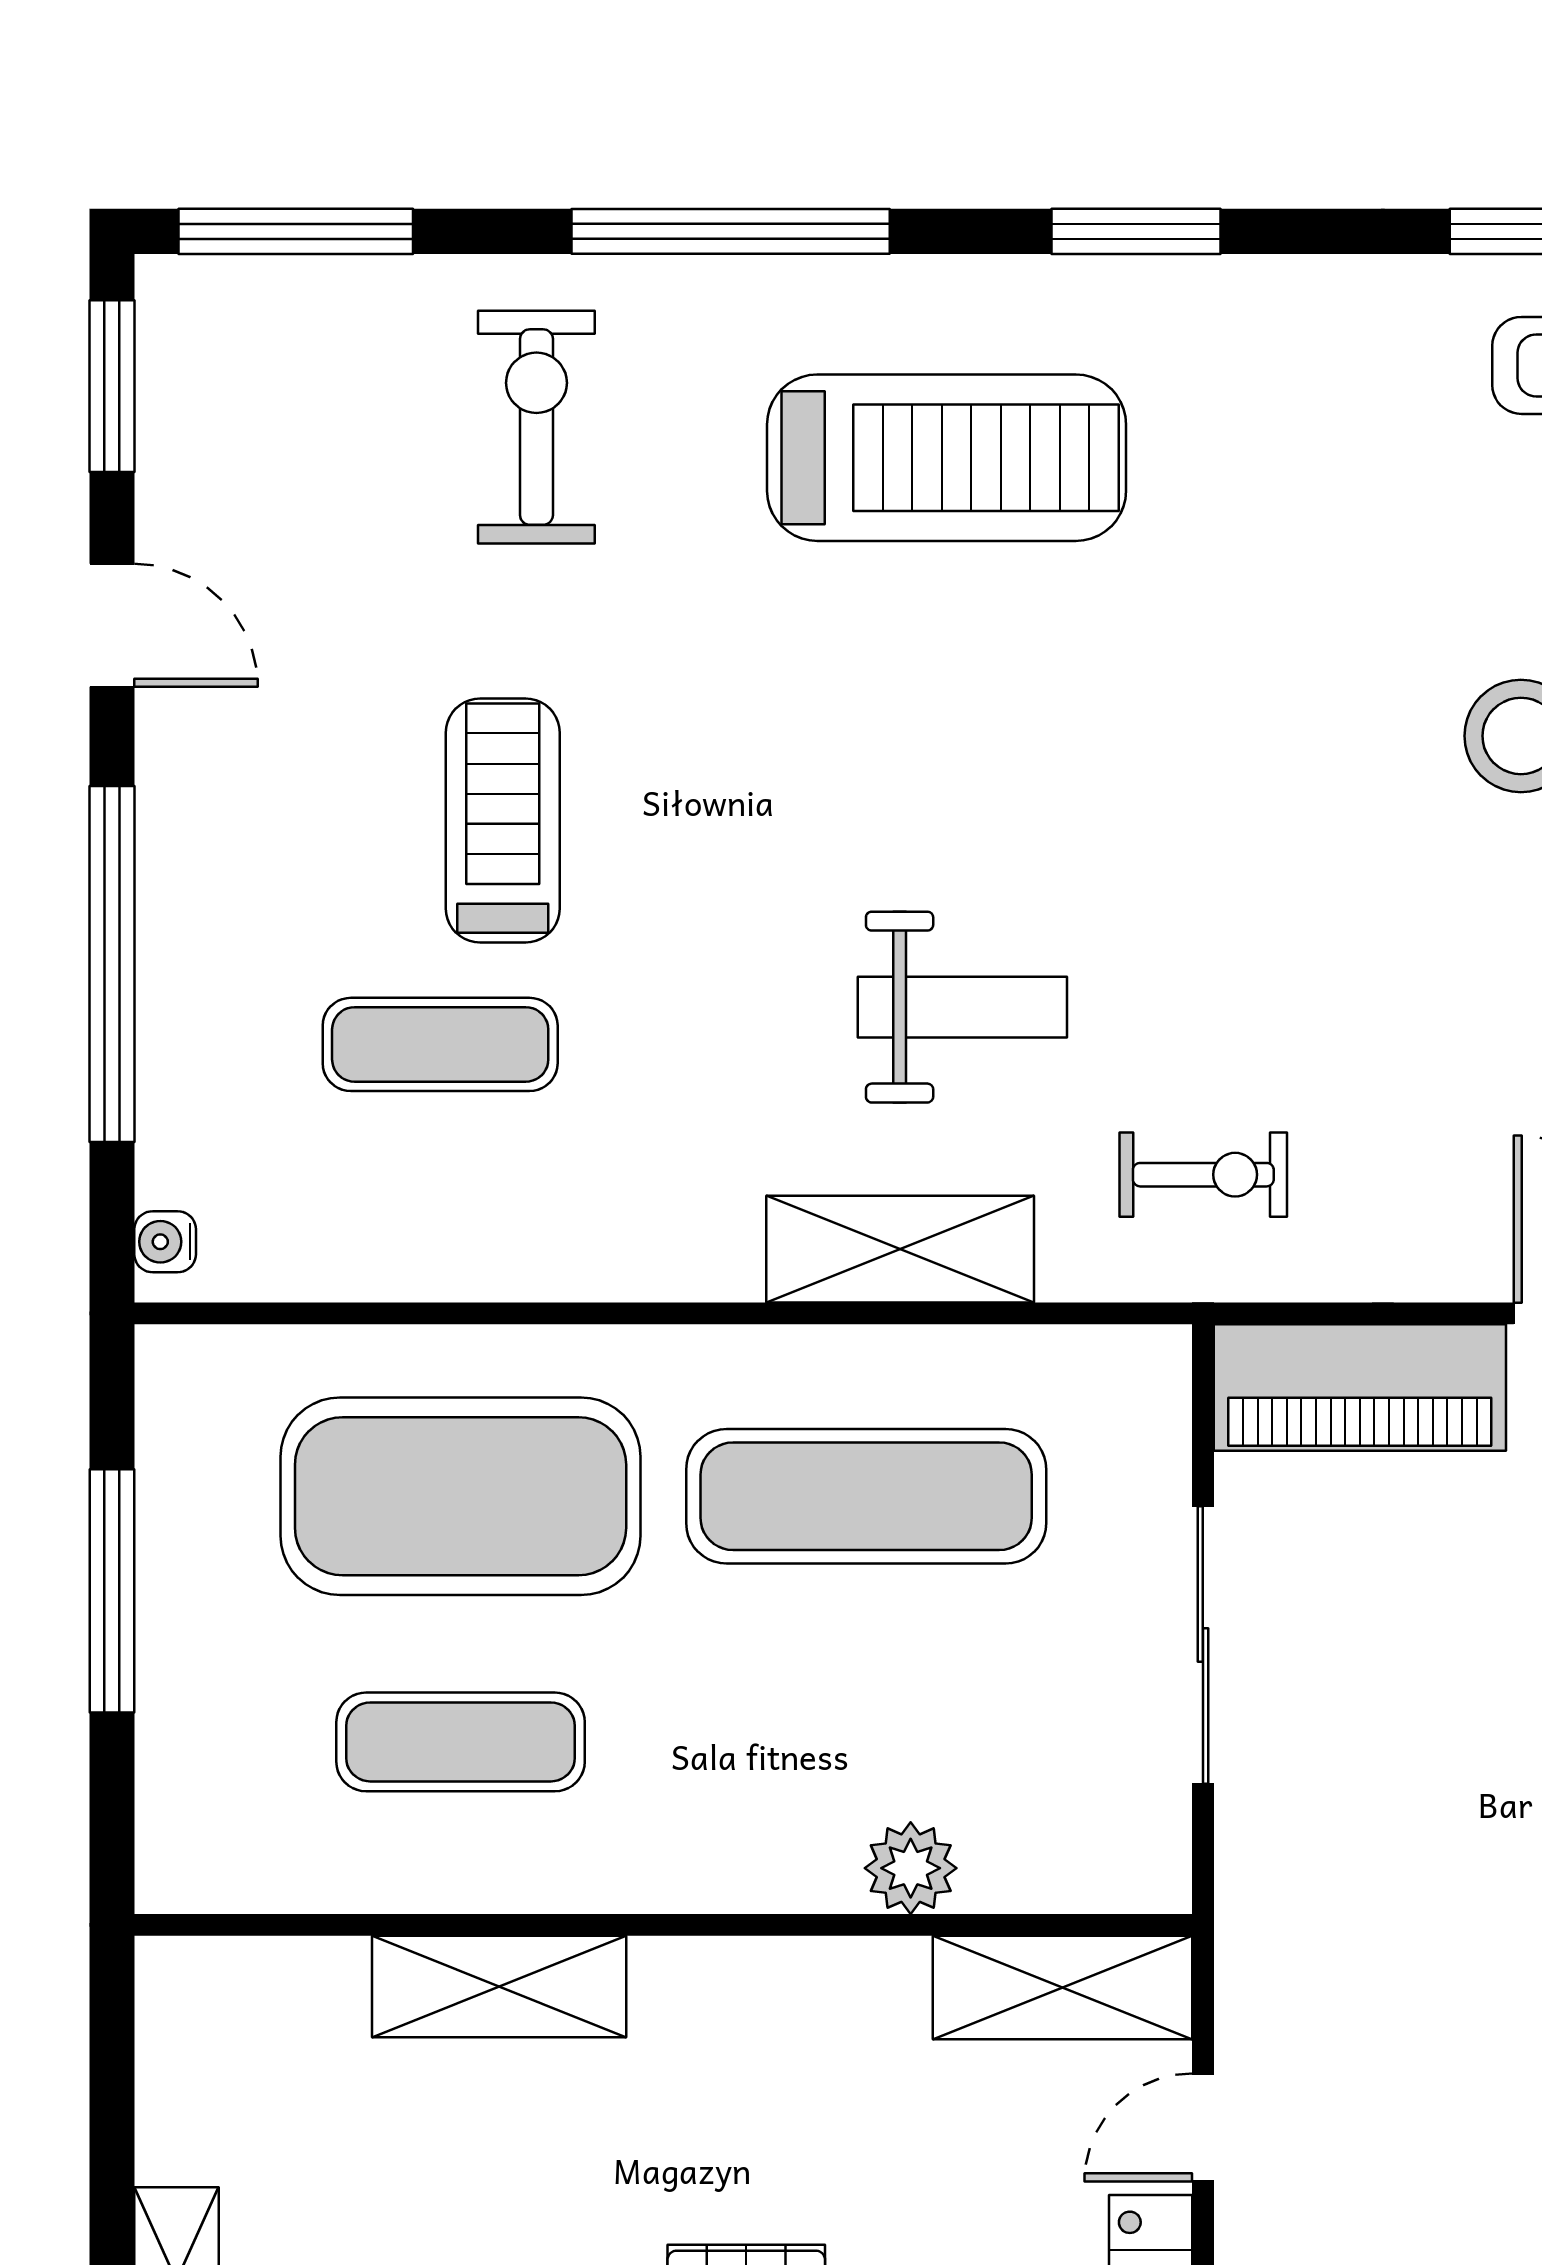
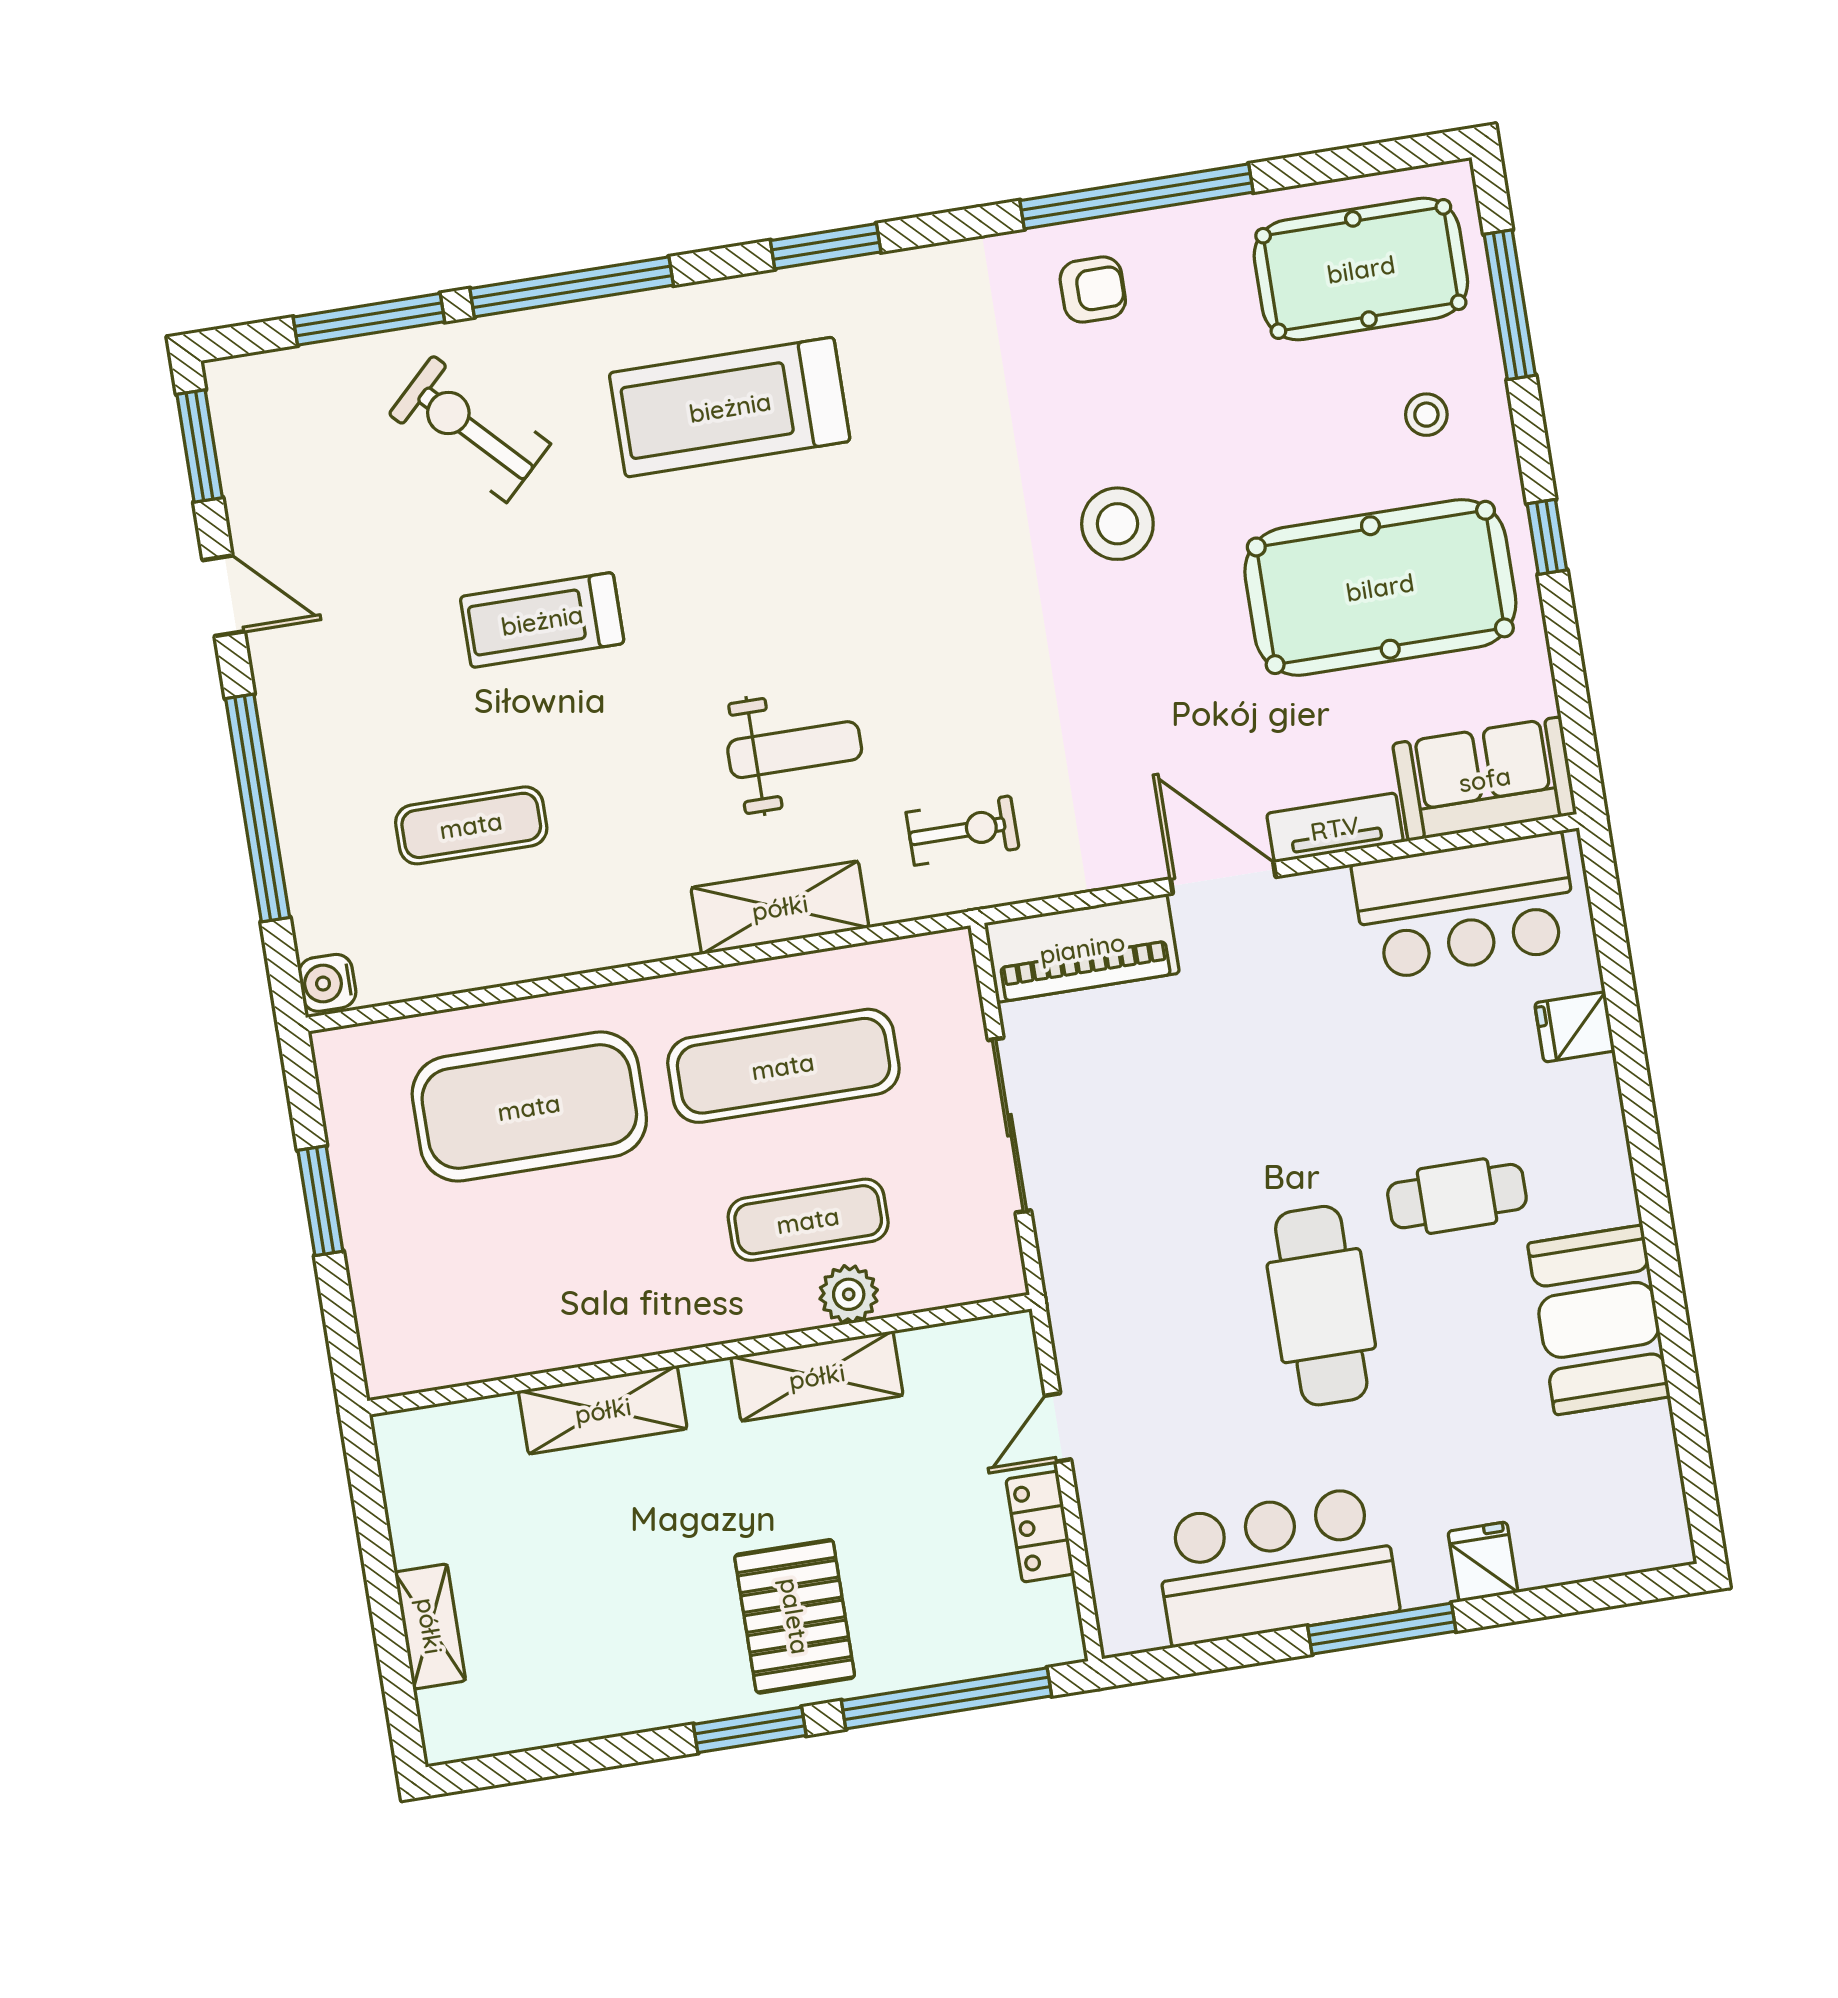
window: (296, 231) -> (369, 319), moved
exercise bike: (536, 427) -> (470, 429), turned -44
treadmill: (947, 458) -> (730, 407), turned 180
treadmill: (503, 821) -> (542, 620), moved, turned -90
water cooler: (165, 1242) -> (327, 983), width x1.38, depth x1.38
window: (112, 1591) -> (320, 1201), width x0.69
exercise mat: (461, 1742) -> (808, 1220), moved
shelving: (1063, 1988) -> (817, 1376), moved

